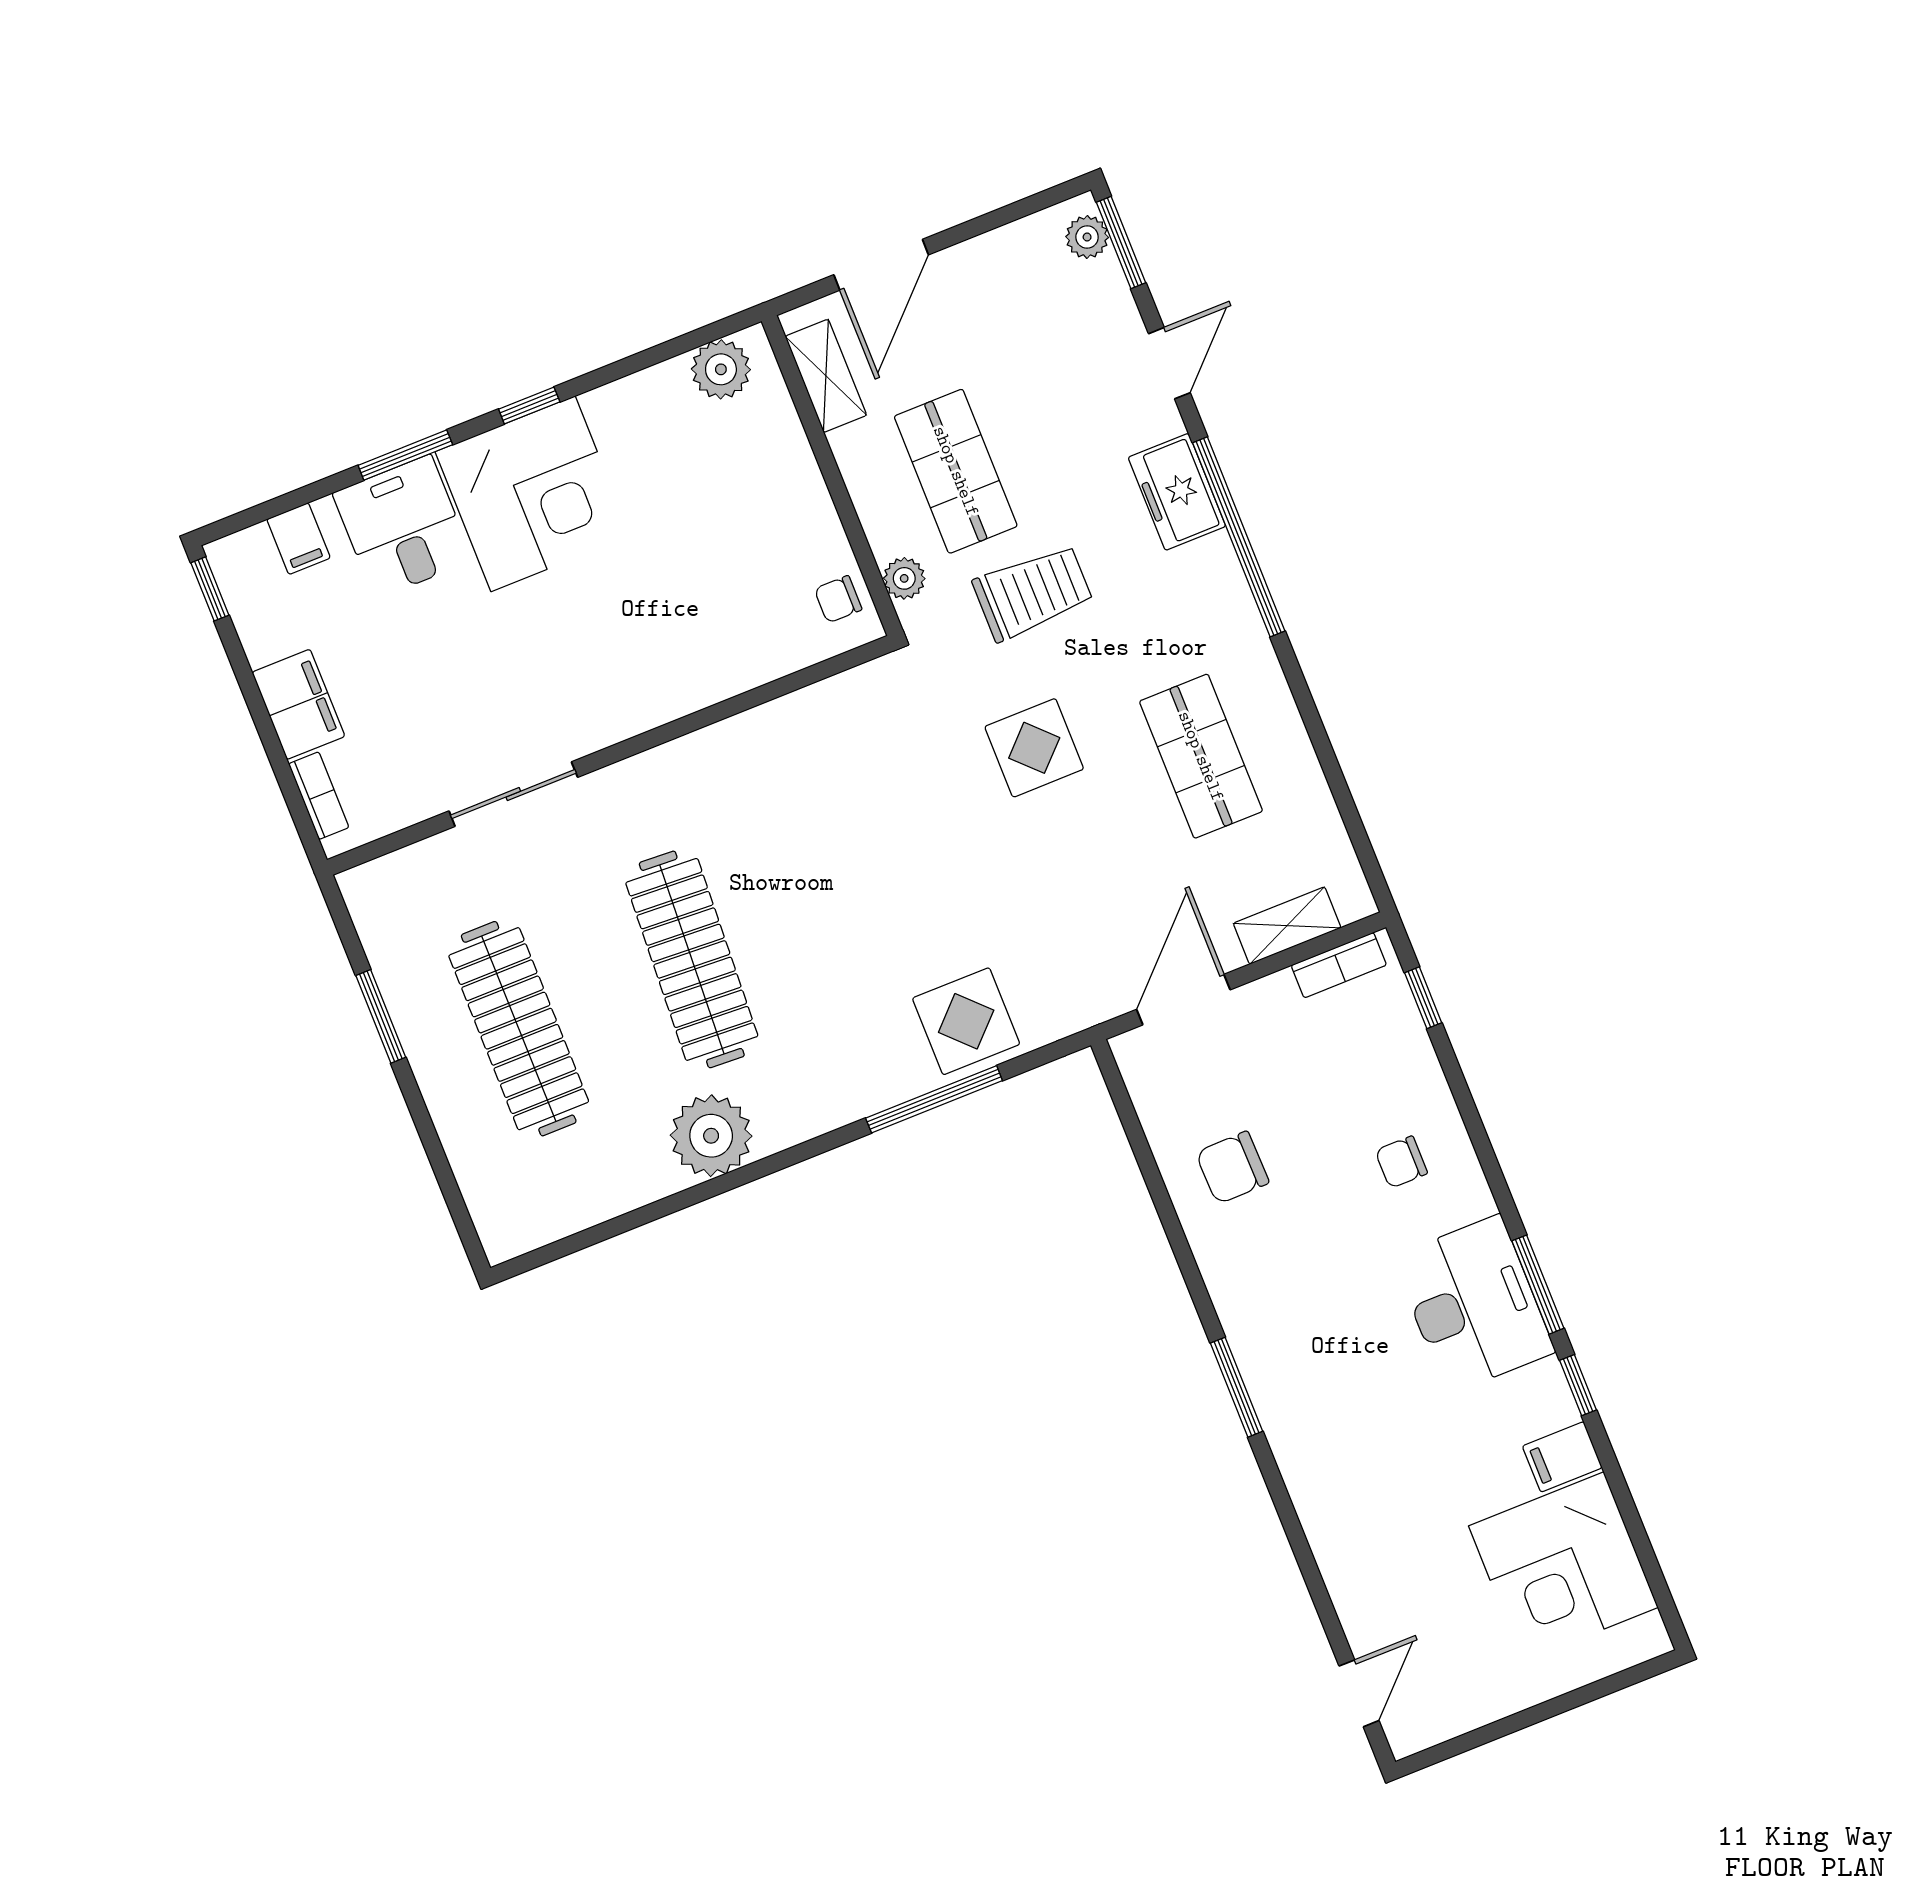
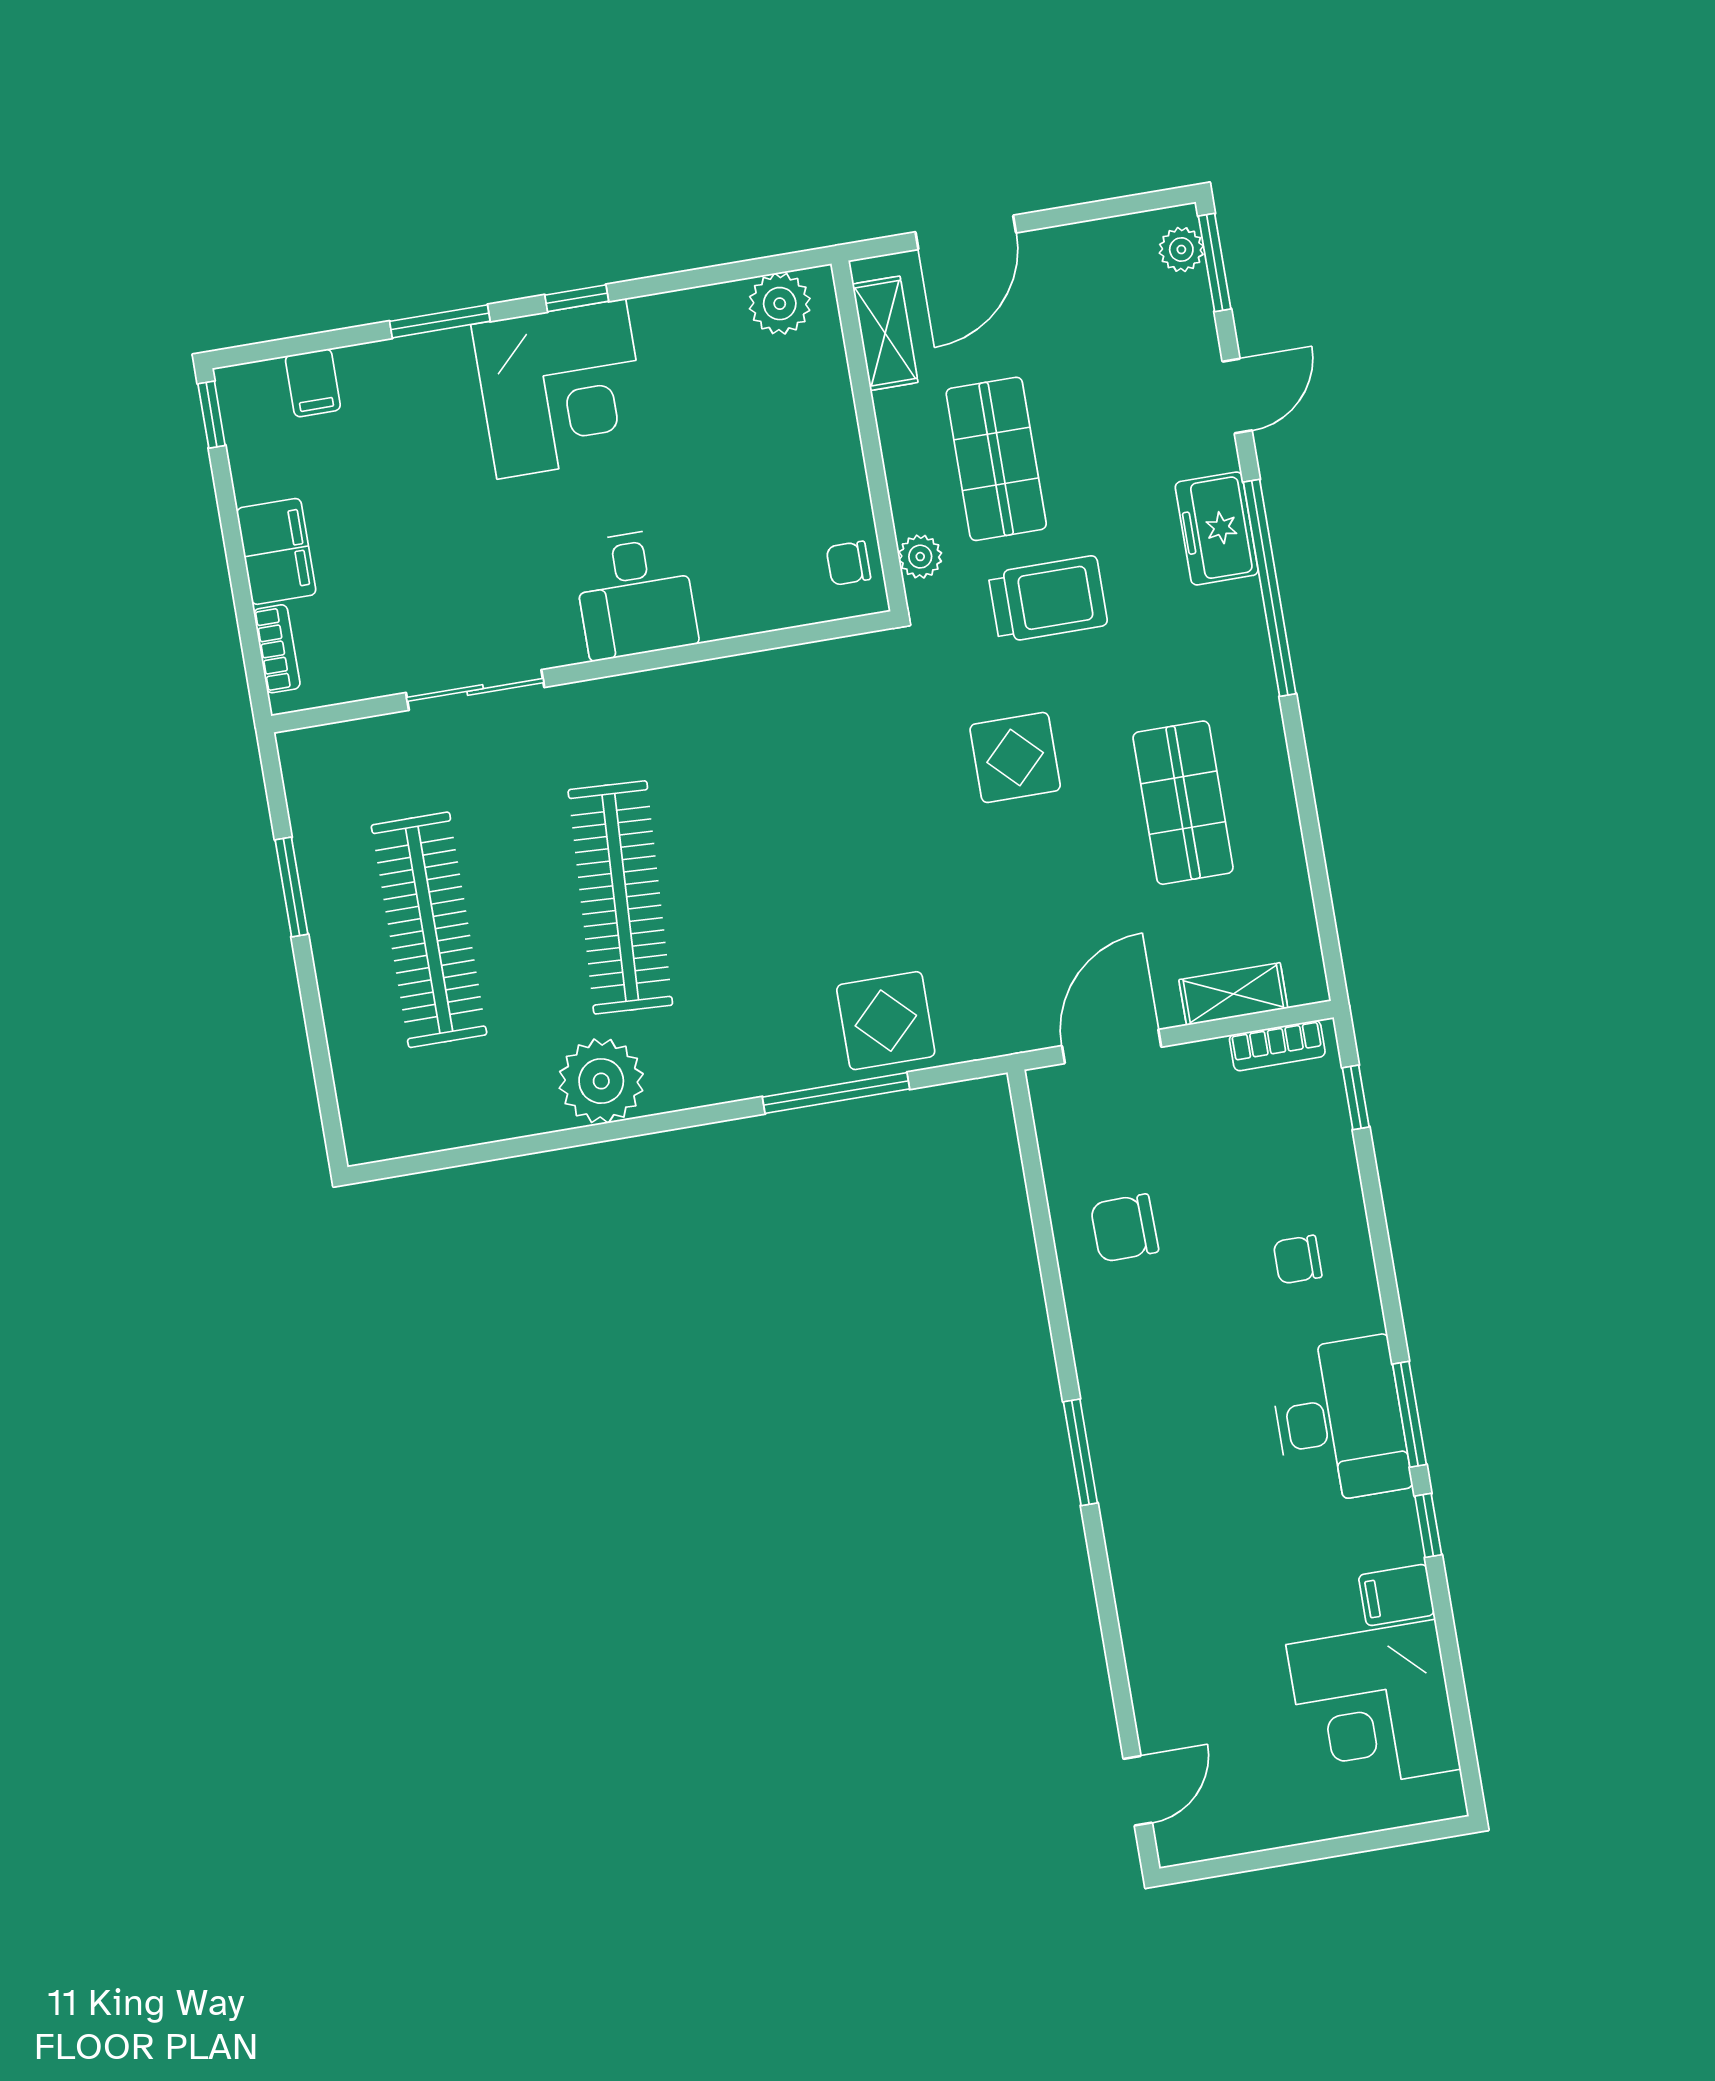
desk: (403, 527) -> (635, 594), moved, turned 180

